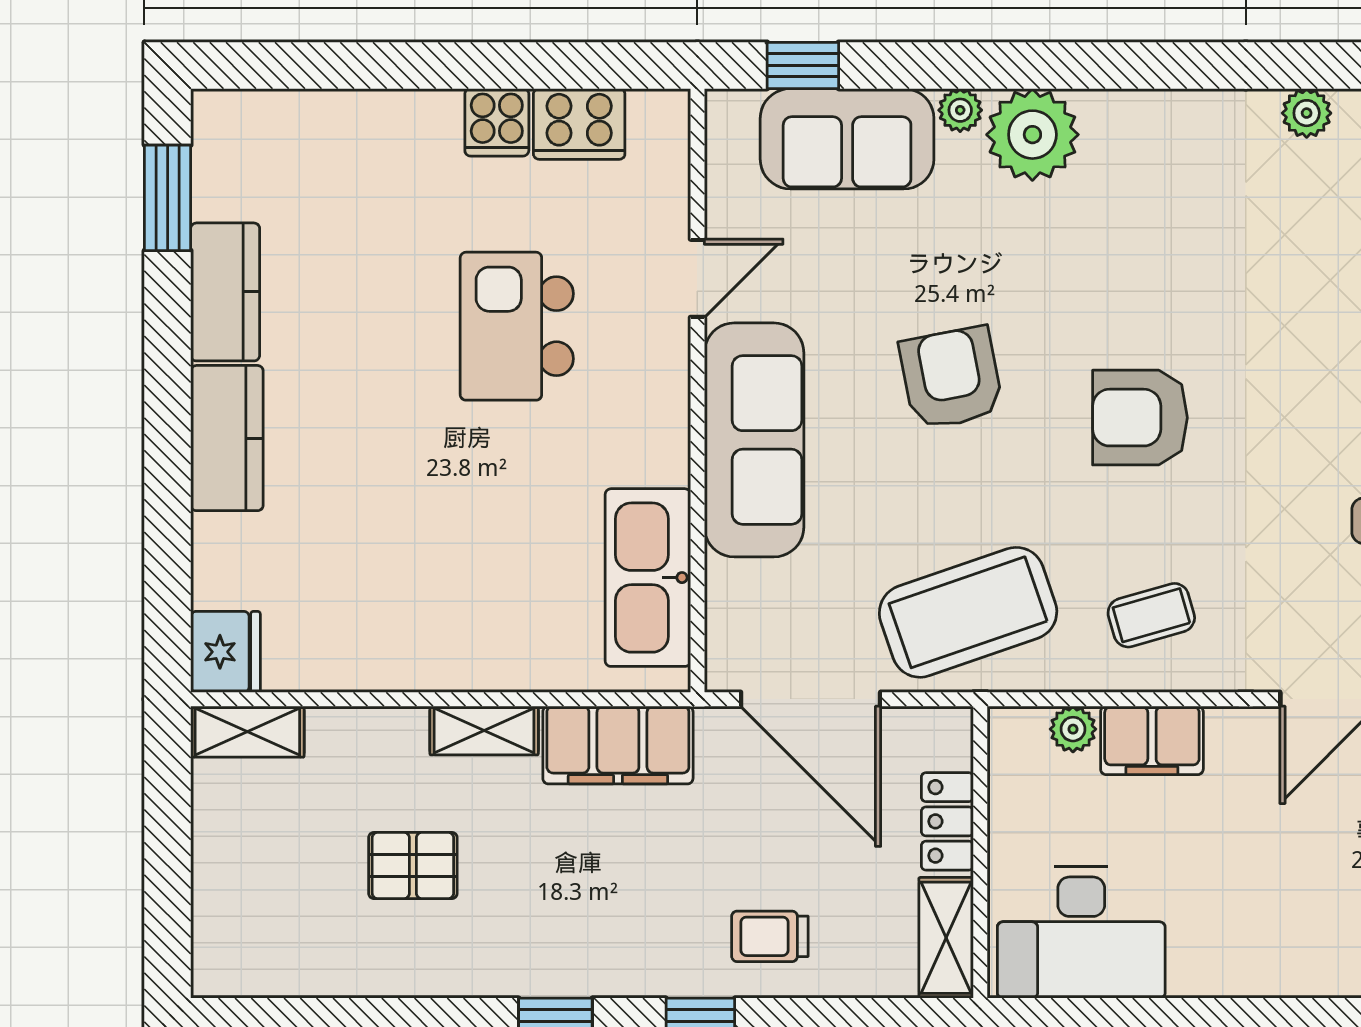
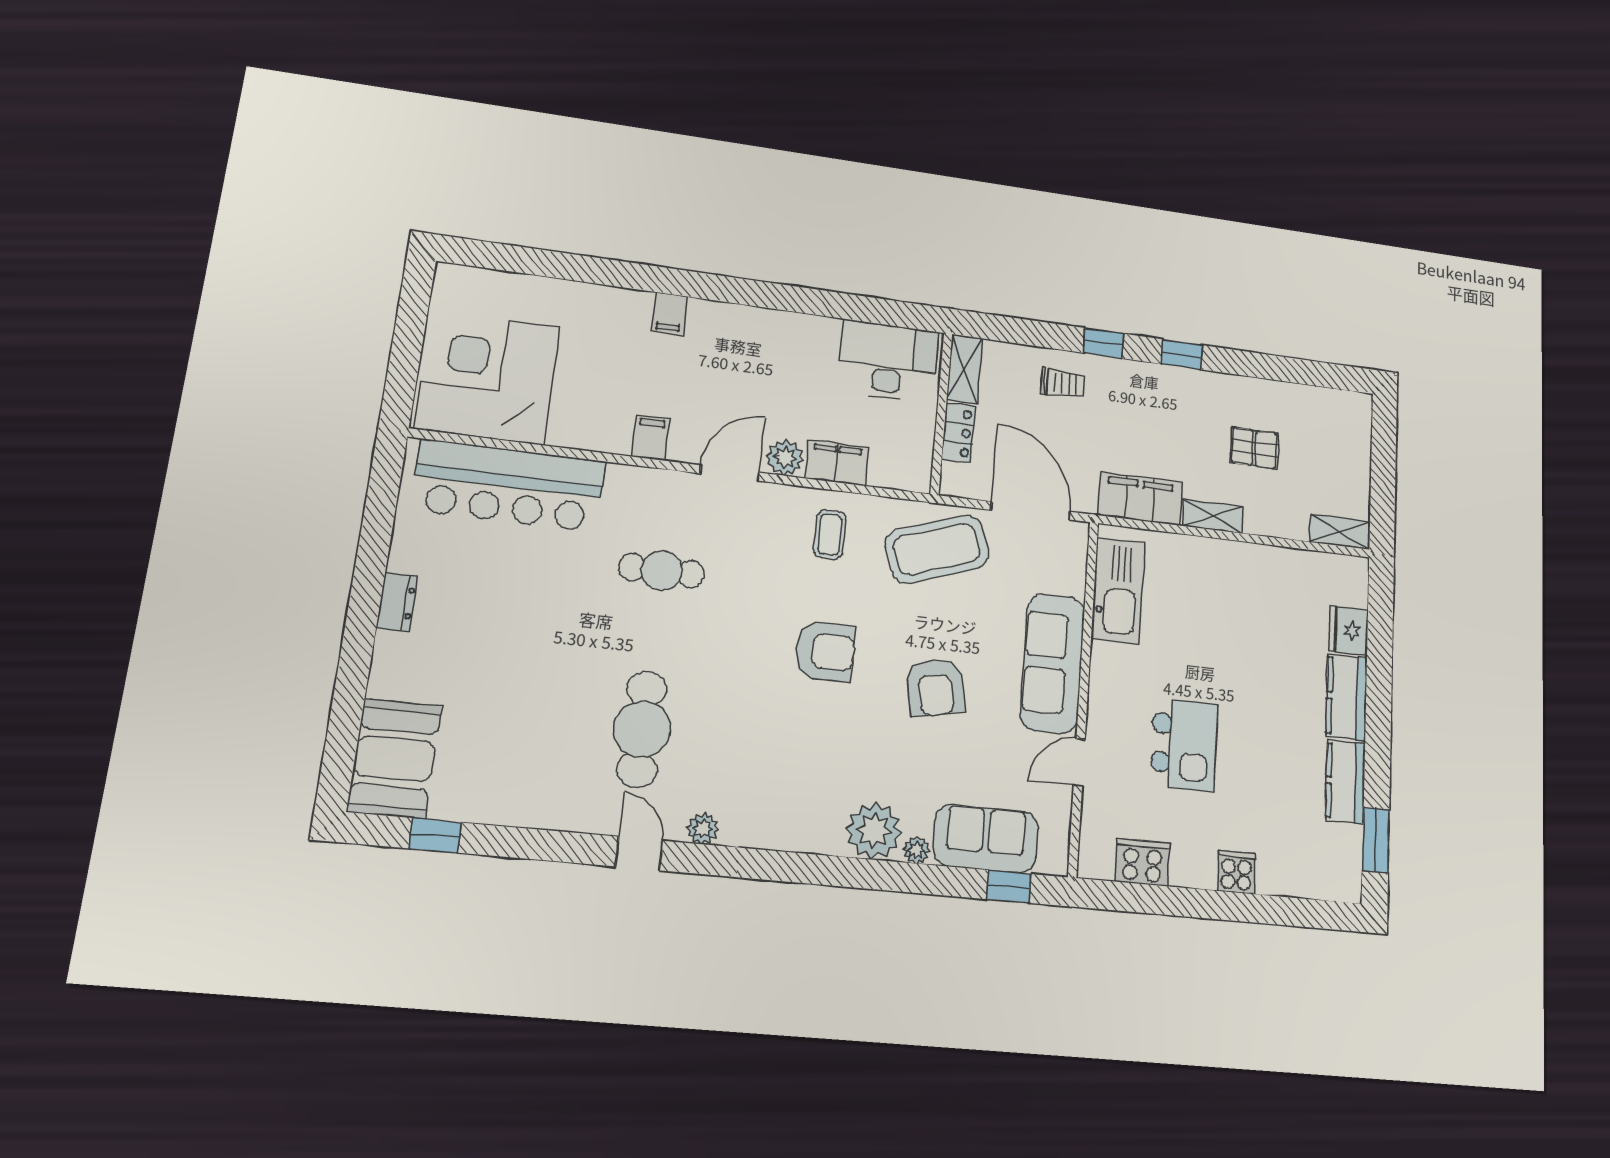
cooker: (497, 122) -> (1236, 872), moved
coffee table: (1151, 615) -> (830, 534), turned -74
fridge: (226, 652) -> (1349, 631), moved
plant: (1073, 729) -> (785, 458), moved, width x1.38, depth x1.38

